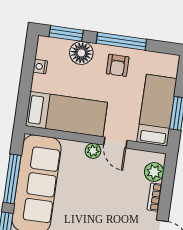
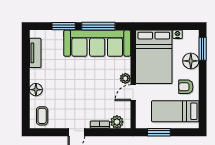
window: (121, 41) -> (203, 87), removed
bed: (157, 110) -> (175, 111), moved, turned 180
bed: (66, 114) -> (154, 57), width x1.50

